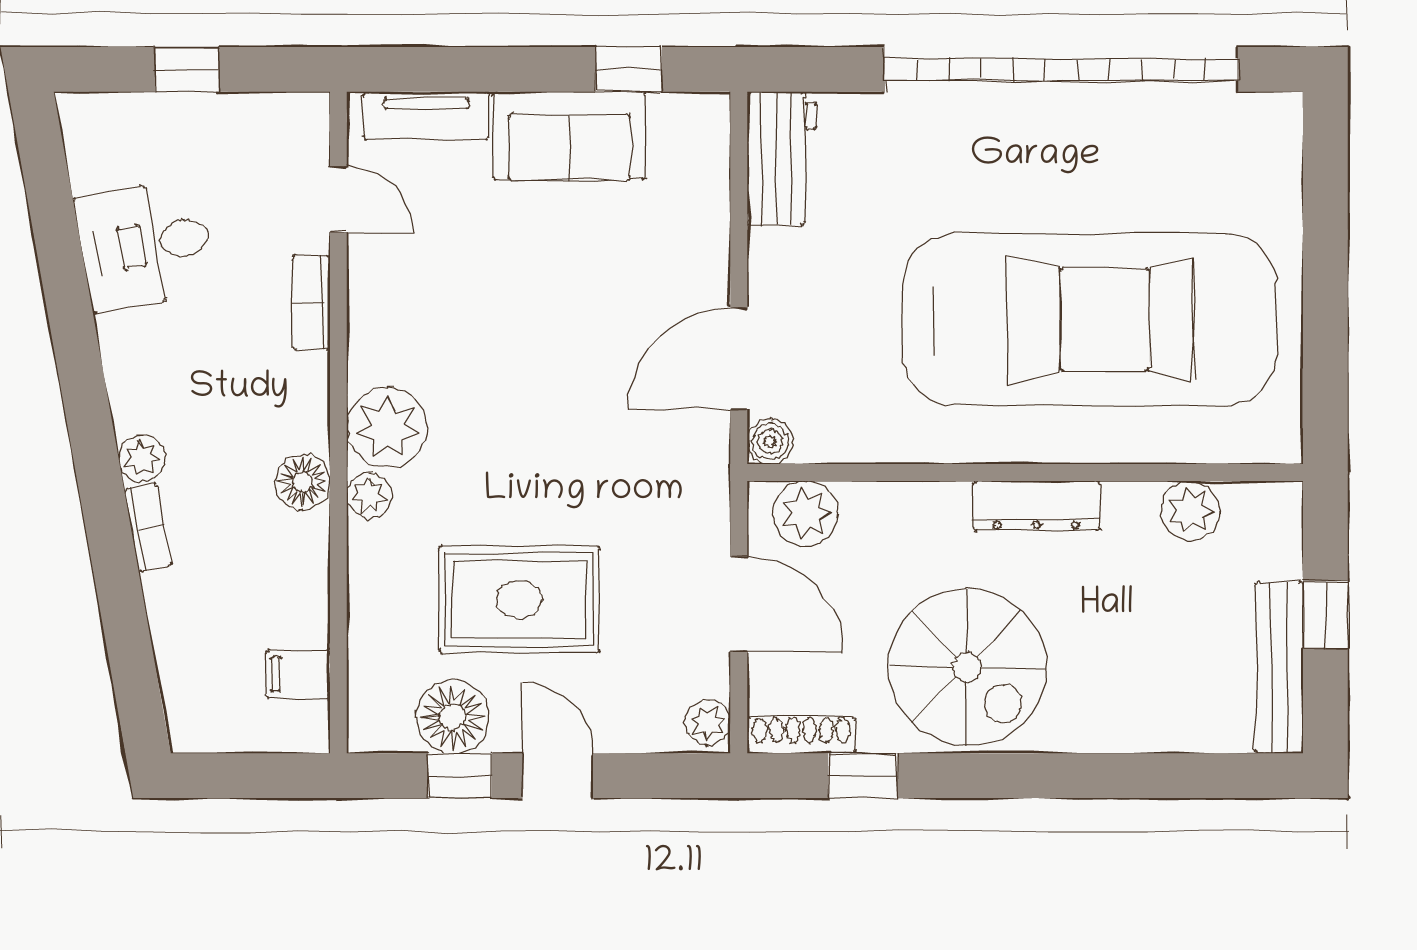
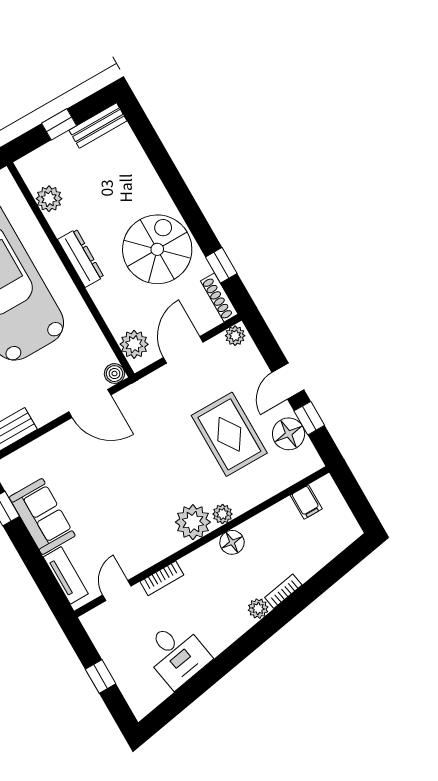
bench: (1279, 668) -> (98, 125), width x0.73

